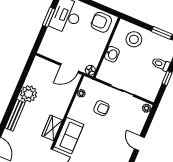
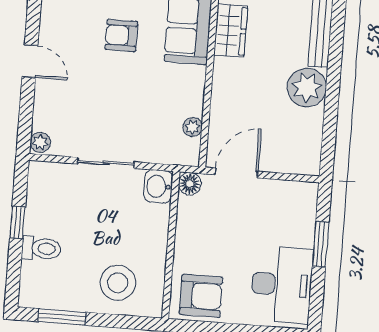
window: (49, 17) -> (321, 244), moved
washbasin: (112, 54) -> (158, 186), moved
armchair: (101, 108) -> (121, 35), moved

